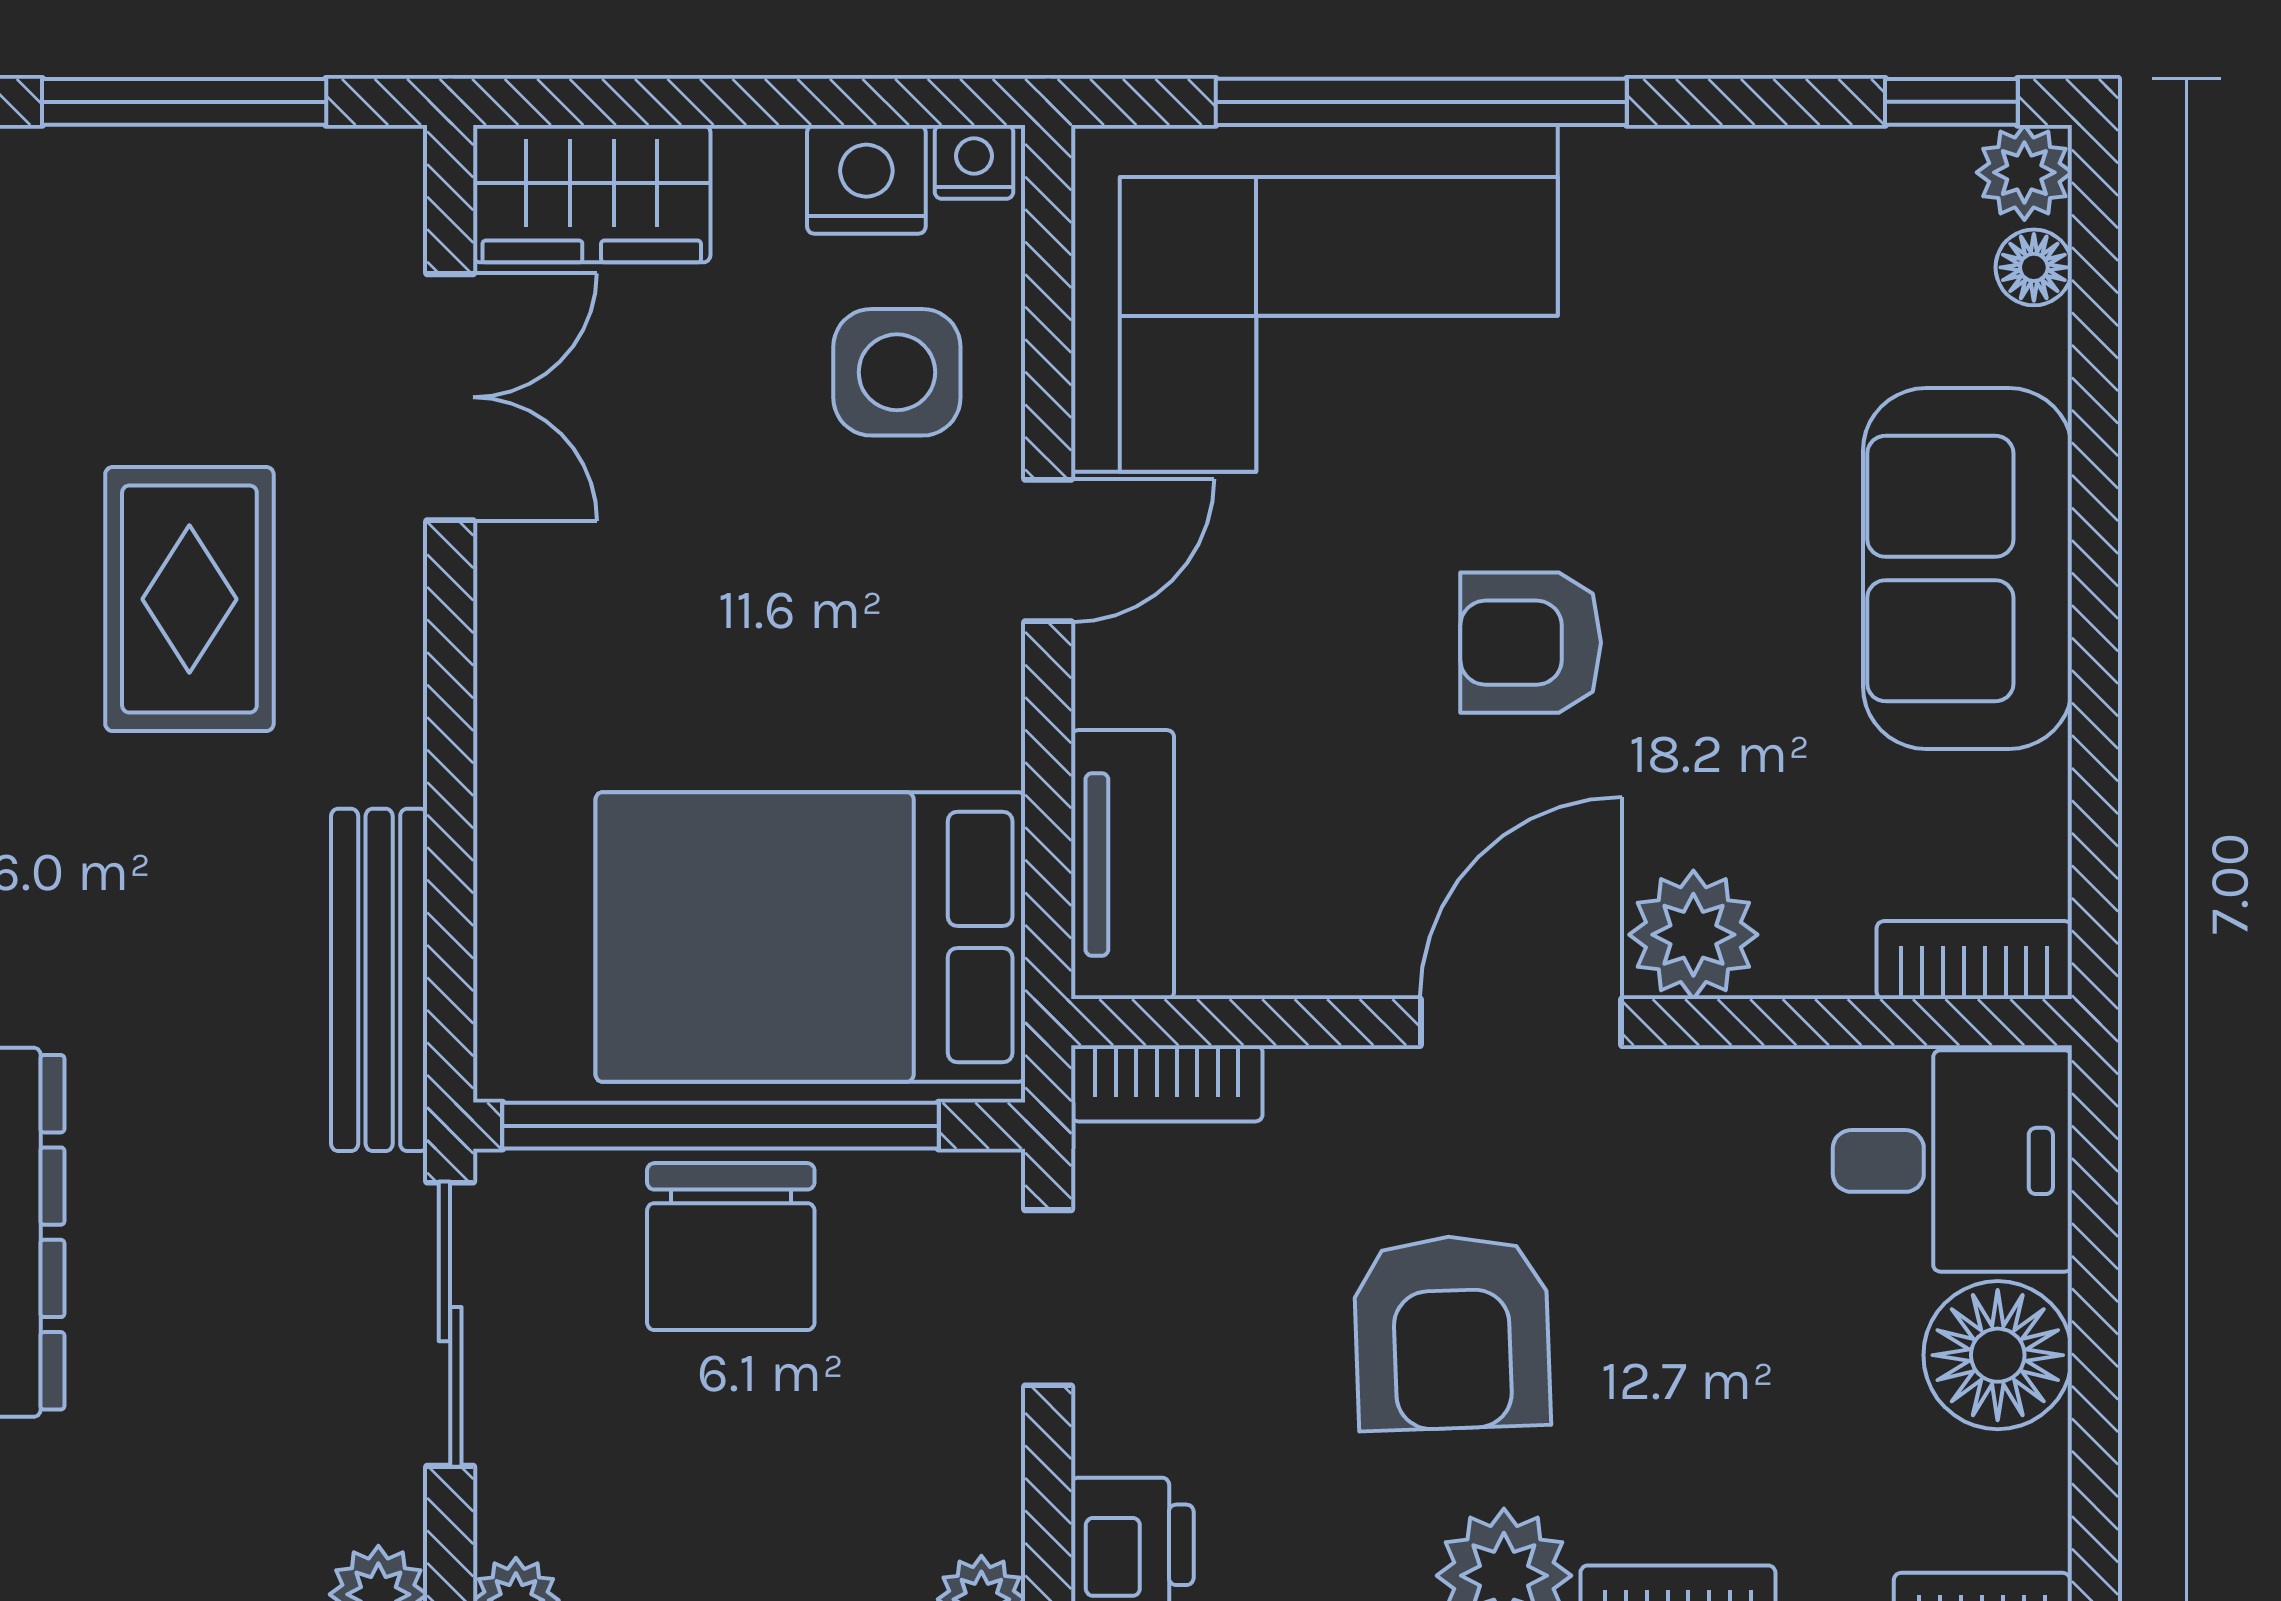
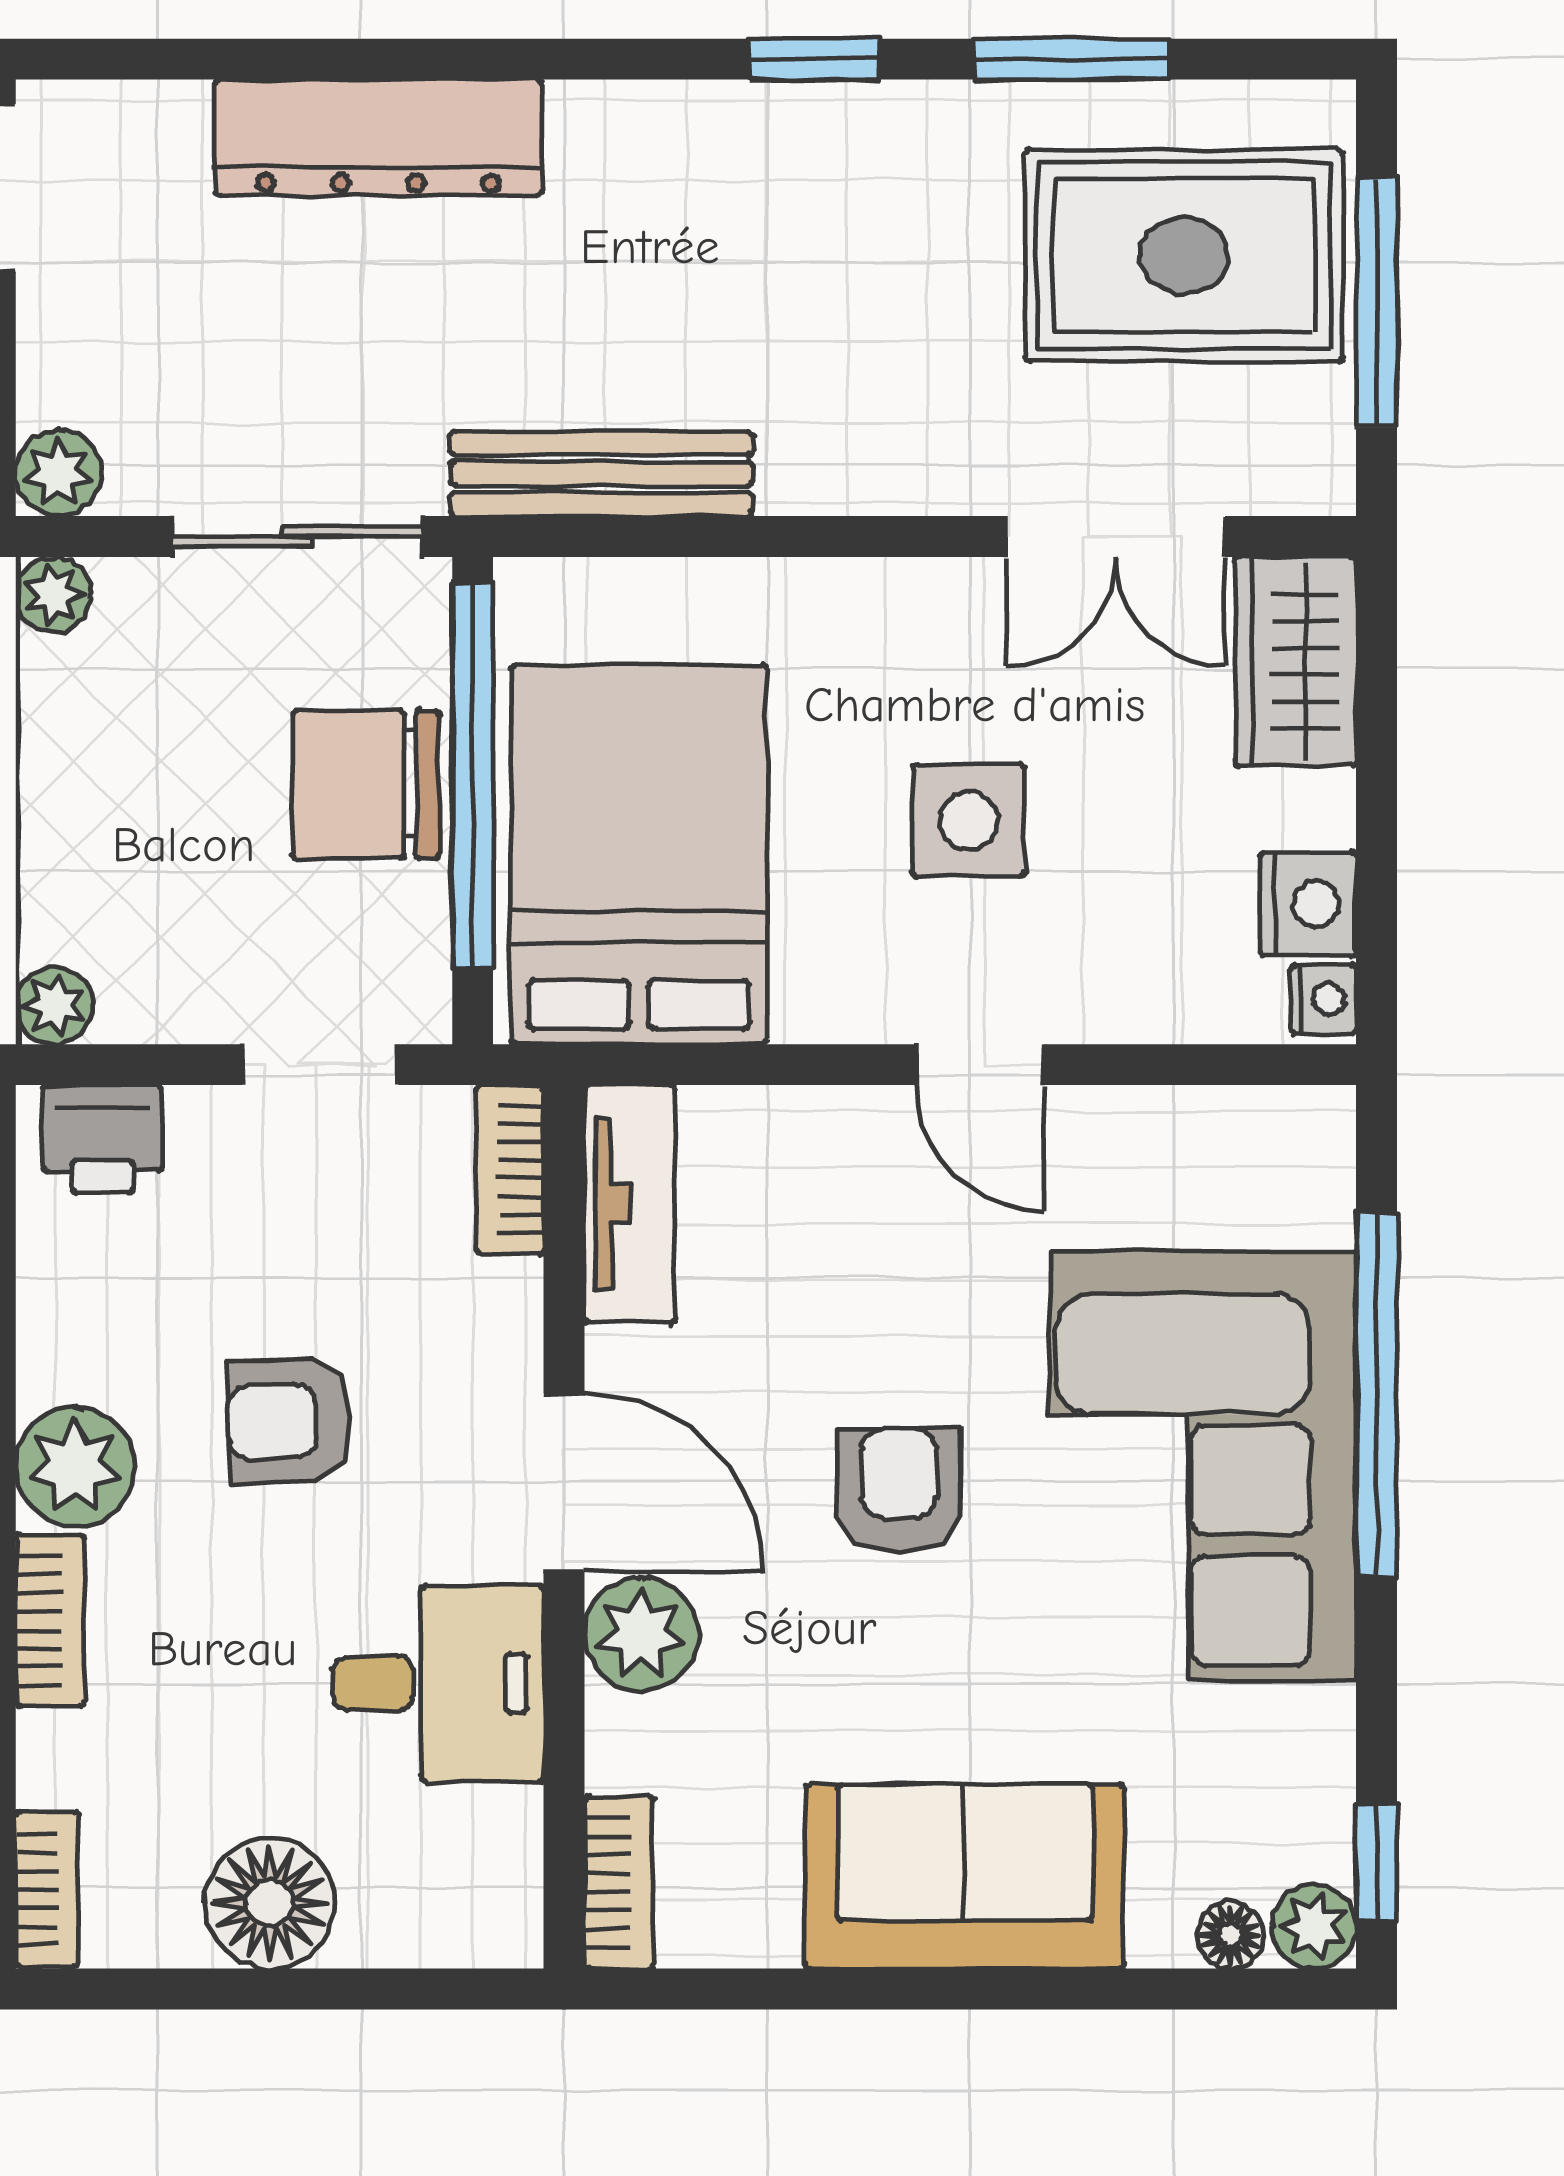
corner sofa: (1314, 298) -> (1203, 1466), moved
side table: (897, 372) -> (969, 821), moved
rug: (189, 599) -> (1184, 255), moved, width x1.36, depth x1.43
tv unit: (1123, 864) -> (630, 1204), moved, turned -90
desk: (1952, 1161) -> (438, 1684), moved, turned -90
armchair: (1452, 1333) -> (290, 1421), width x0.72, depth x0.72

